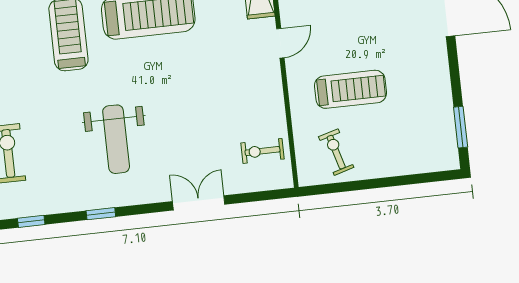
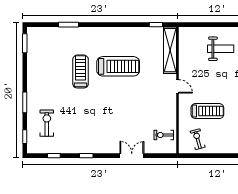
door: (280, 43) -> (178, 86), hinge flipped
weight bench: (116, 139) -> (97, 122), removed

